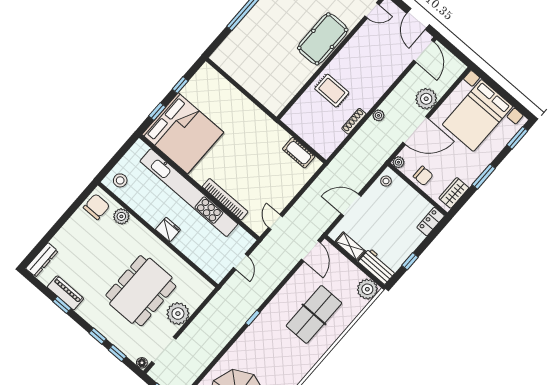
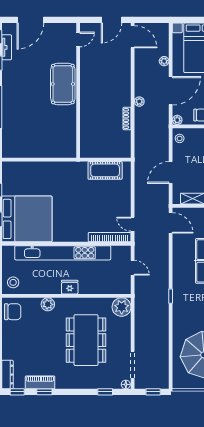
door: (418, 19) -> (112, 20), hinge flipped
rug: (332, 91) -> (97, 111), removed
plant: (426, 99) -> (164, 61), width x0.53, depth x0.53
cot: (299, 153) -> (105, 170), width x1.37, depth x1.34
bookcase: (225, 199) -> (110, 237), moved
chair: (96, 207) -> (13, 312), turned 90
plant: (121, 216) -> (48, 304), moved
plant: (178, 314) -> (122, 307), moved
window: (98, 336) -> (17, 392), moved

